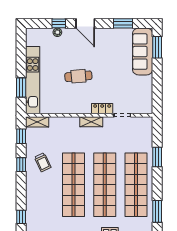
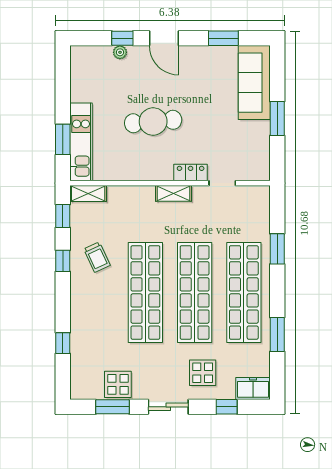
window: (157, 47) -> (277, 119), moved
cafe table: (78, 76) -> (153, 122), width x1.37, depth x1.35
kitchen unit: (33, 80) -> (81, 142), width x0.73

